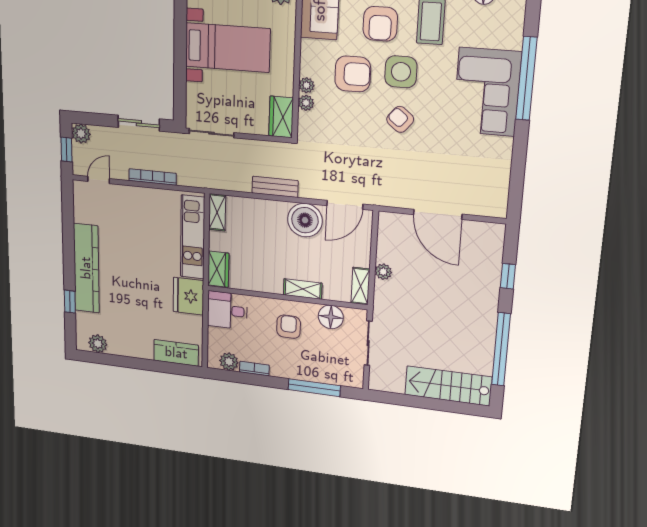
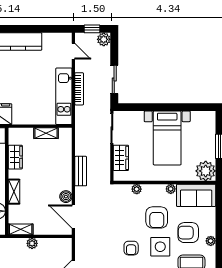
plant: (306, 85) -> (171, 189), moved
wardrobe: (281, 117) -> (121, 158), moved, turned 90
armchair: (400, 119) -> (131, 248), turned 141
shelving: (217, 212) -> (46, 133), moved
boiler: (305, 220) -> (66, 197), width x0.54, depth x0.54
kitchen unit: (193, 237) -> (64, 96), moved, turned -90
wardrobe: (218, 269) -> (15, 157), moved, turned -90

